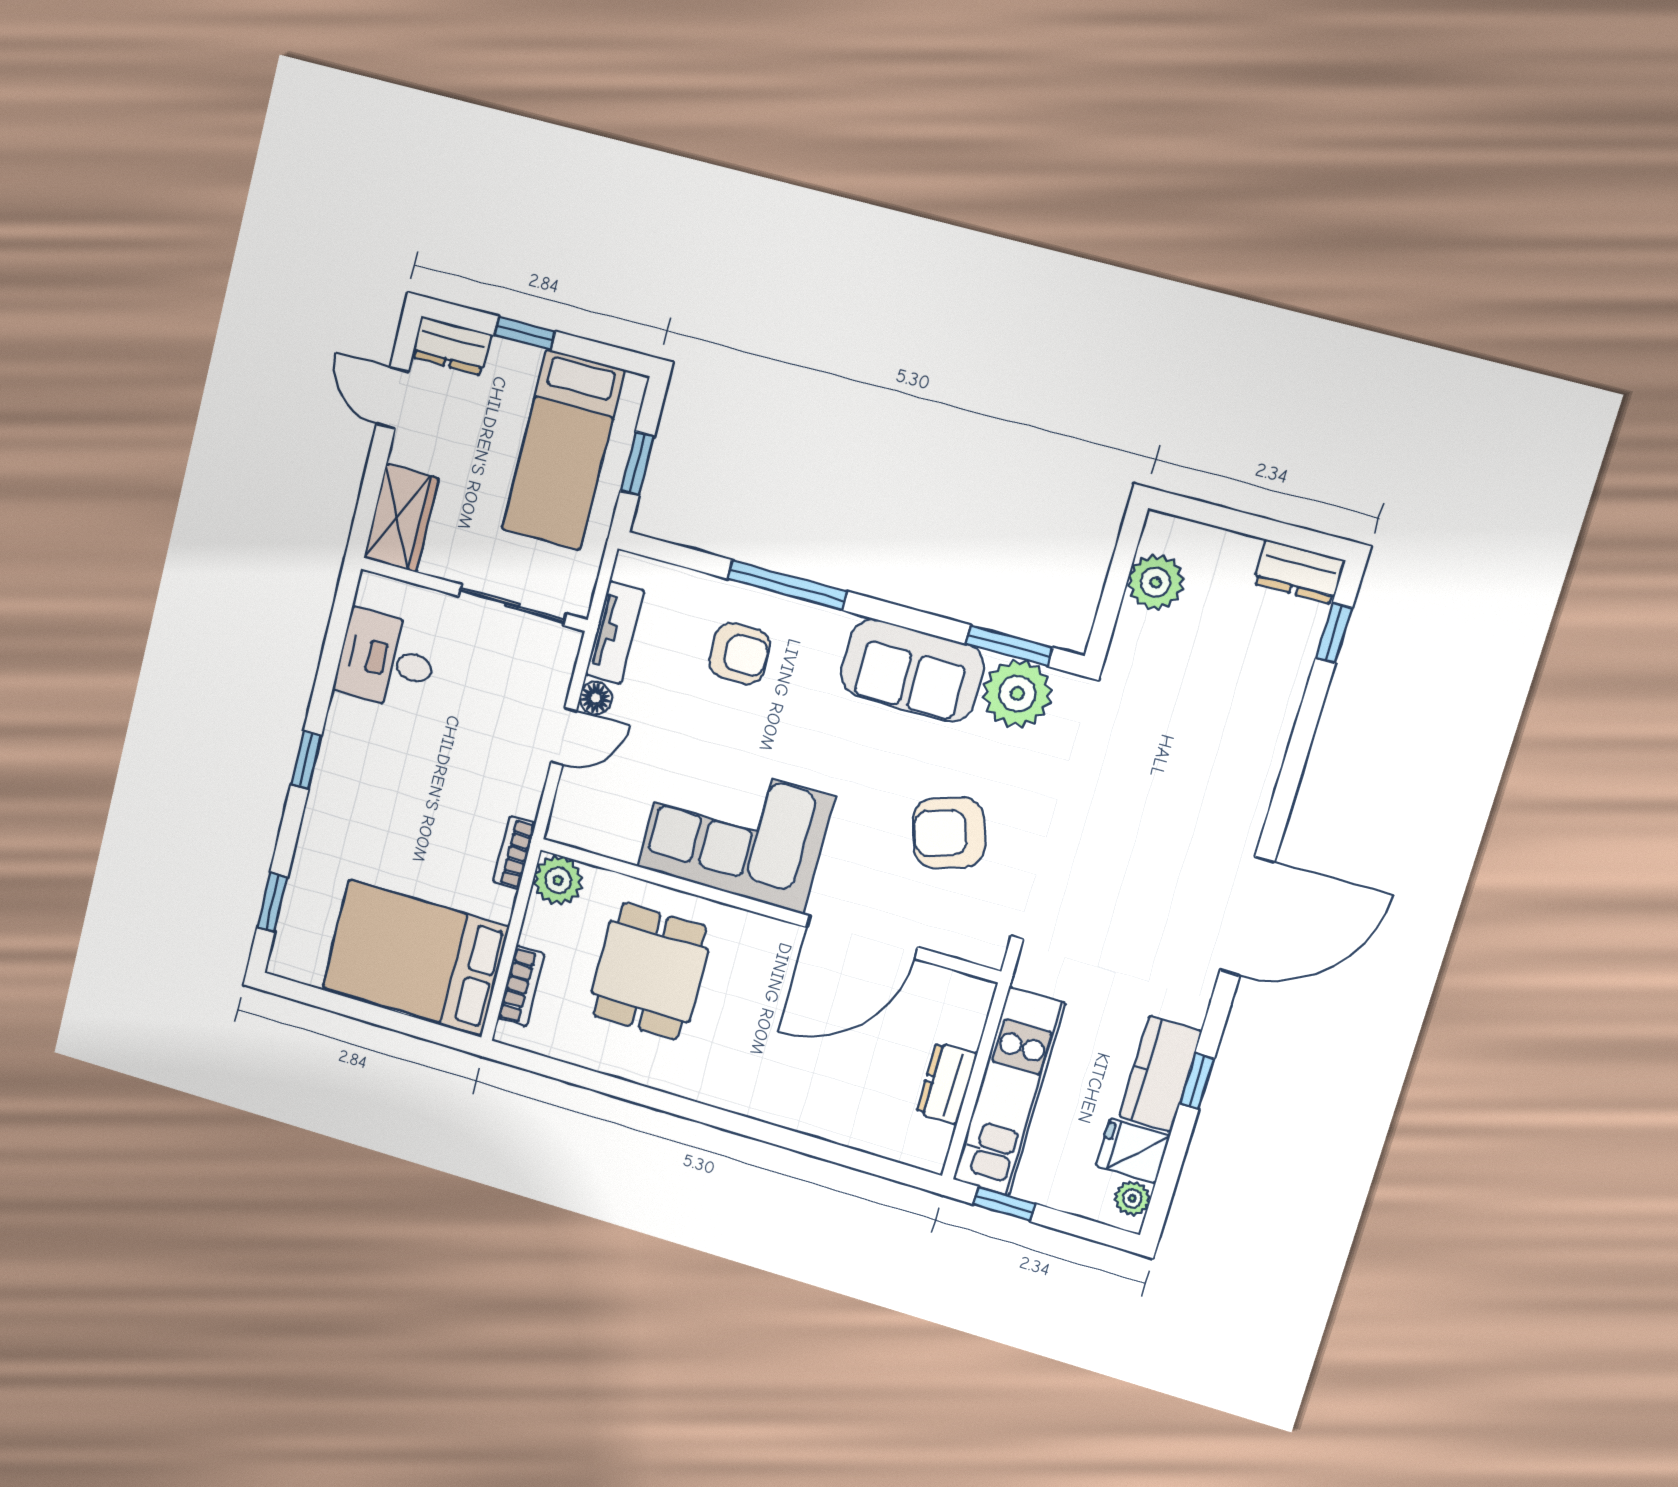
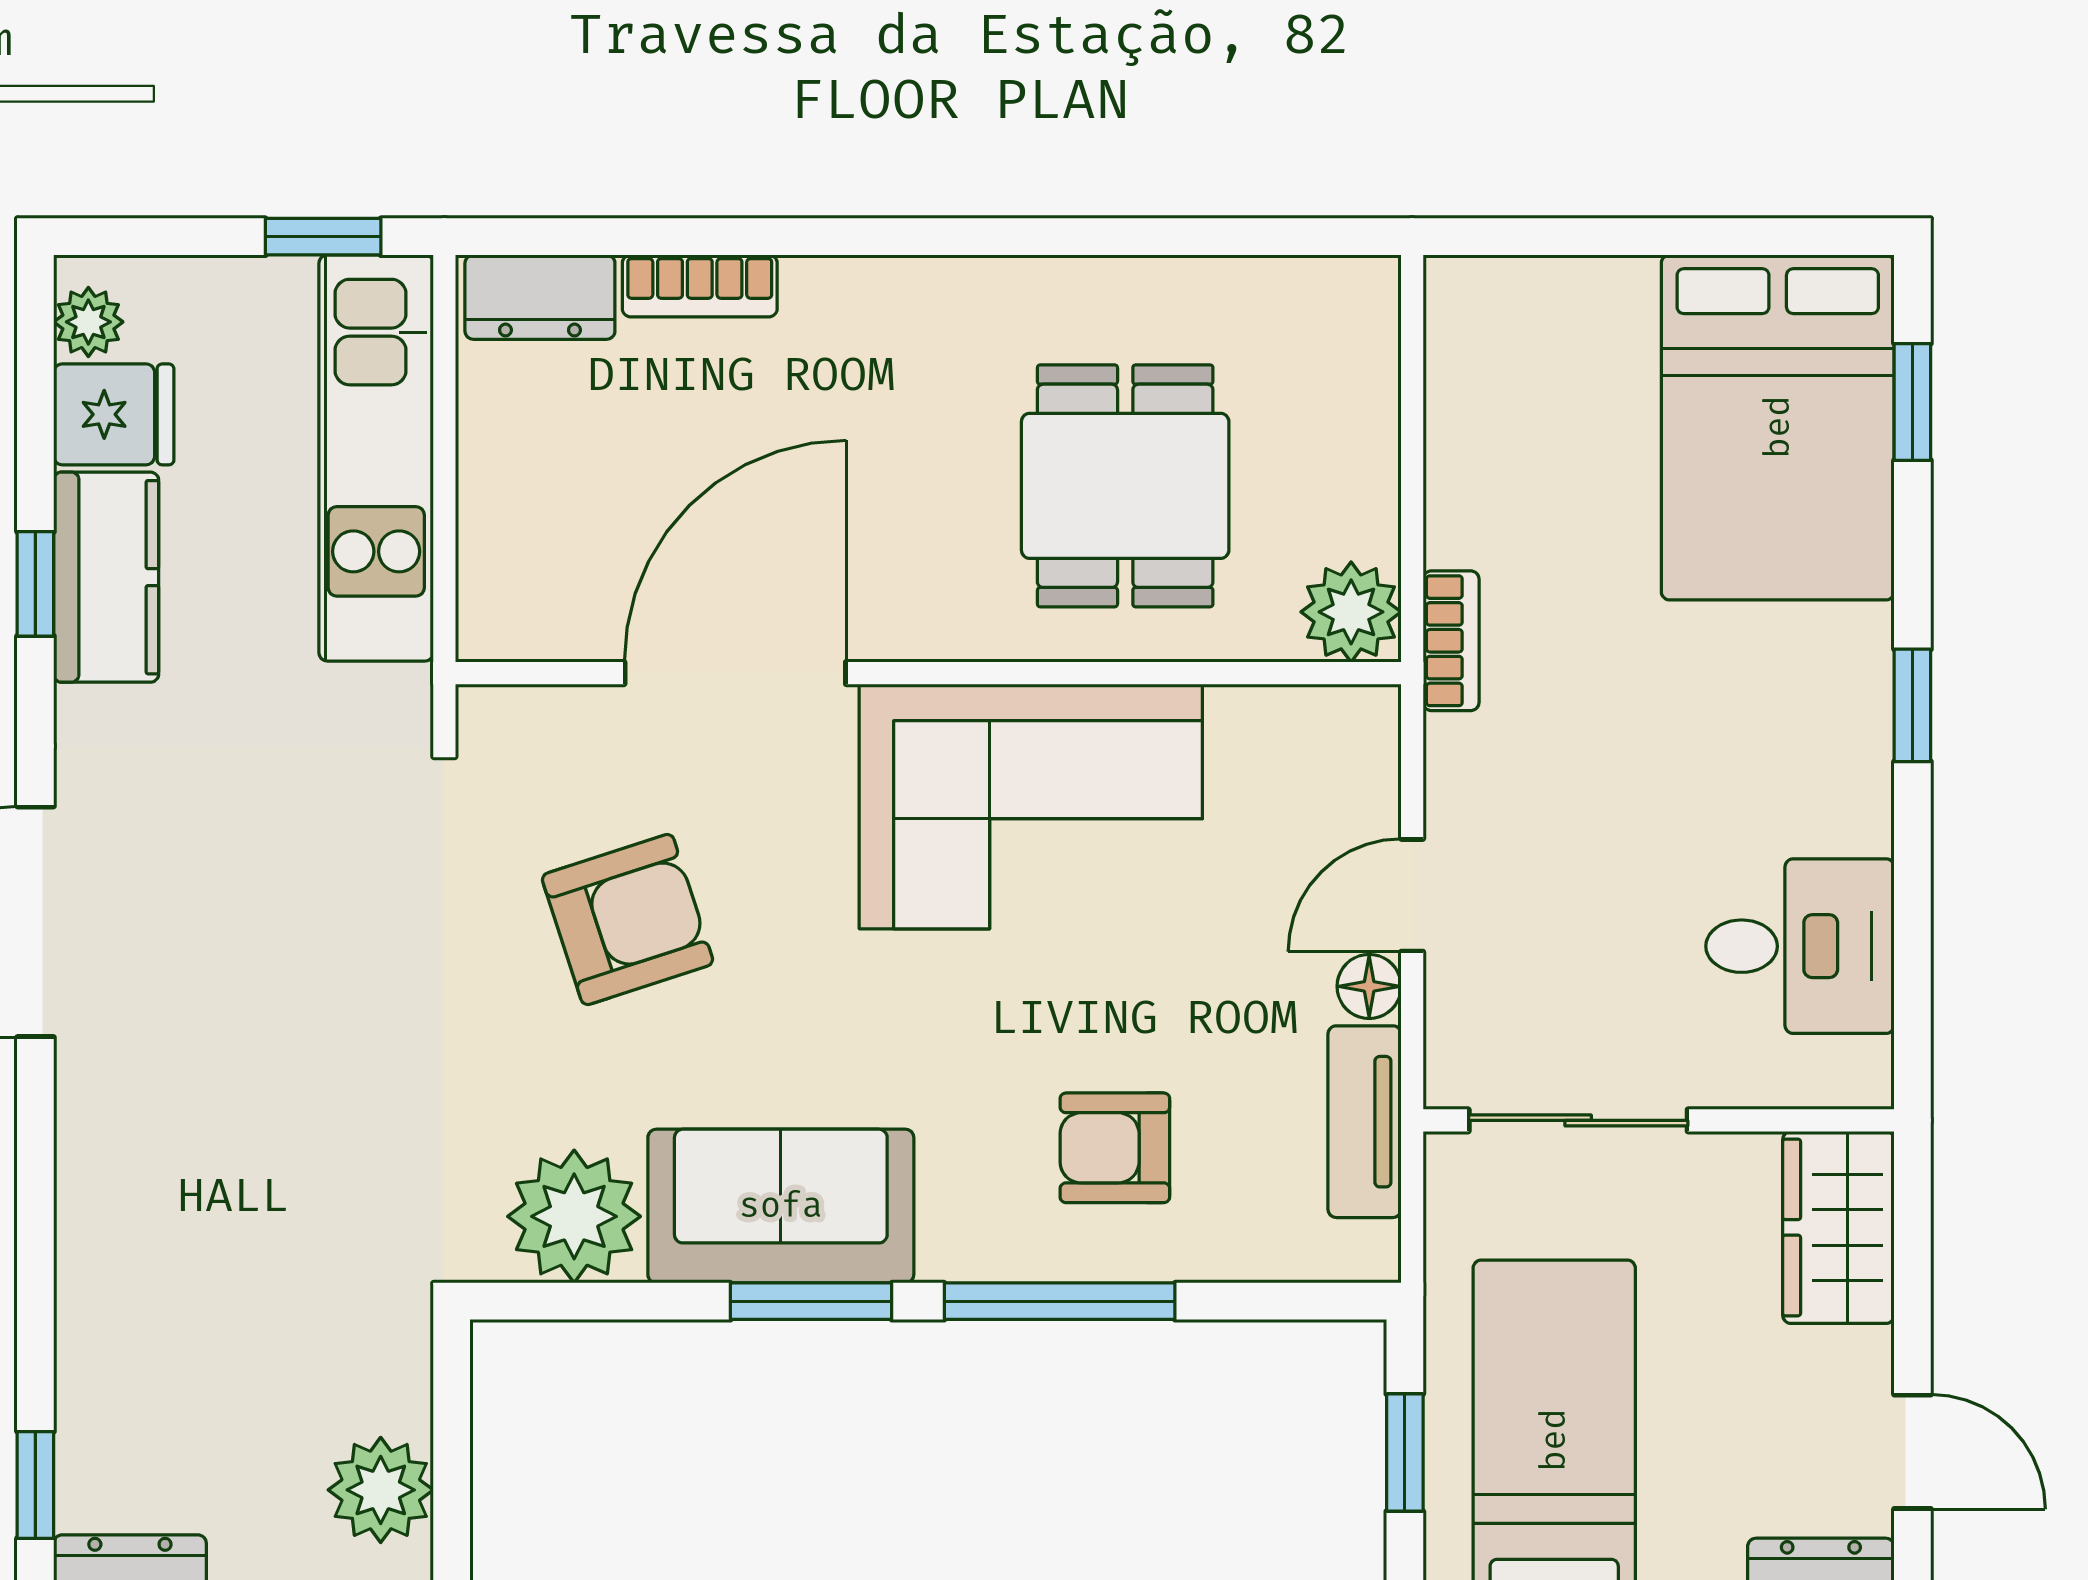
window: (1009, 646) -> (811, 1301), moved
bed: (415, 957) -> (1778, 427), moved, turned 90
bookcase: (521, 986) -> (700, 286), moved, turned -90
dresser: (947, 1084) -> (540, 297), moved, turned 90

